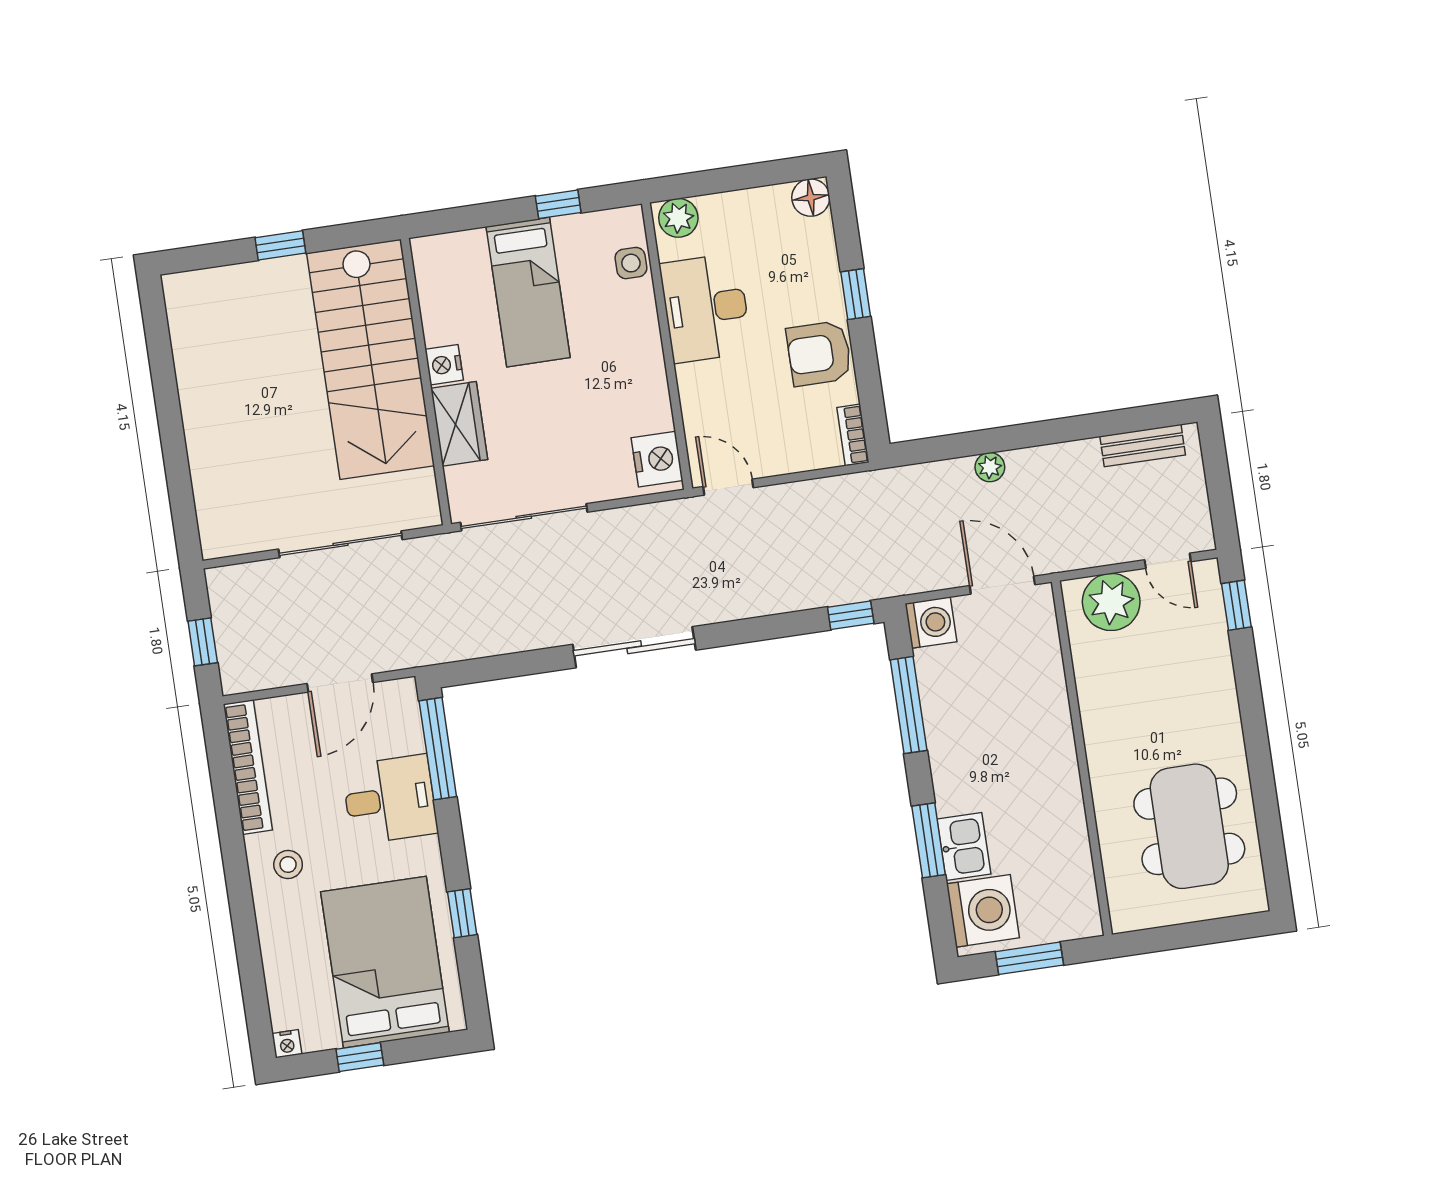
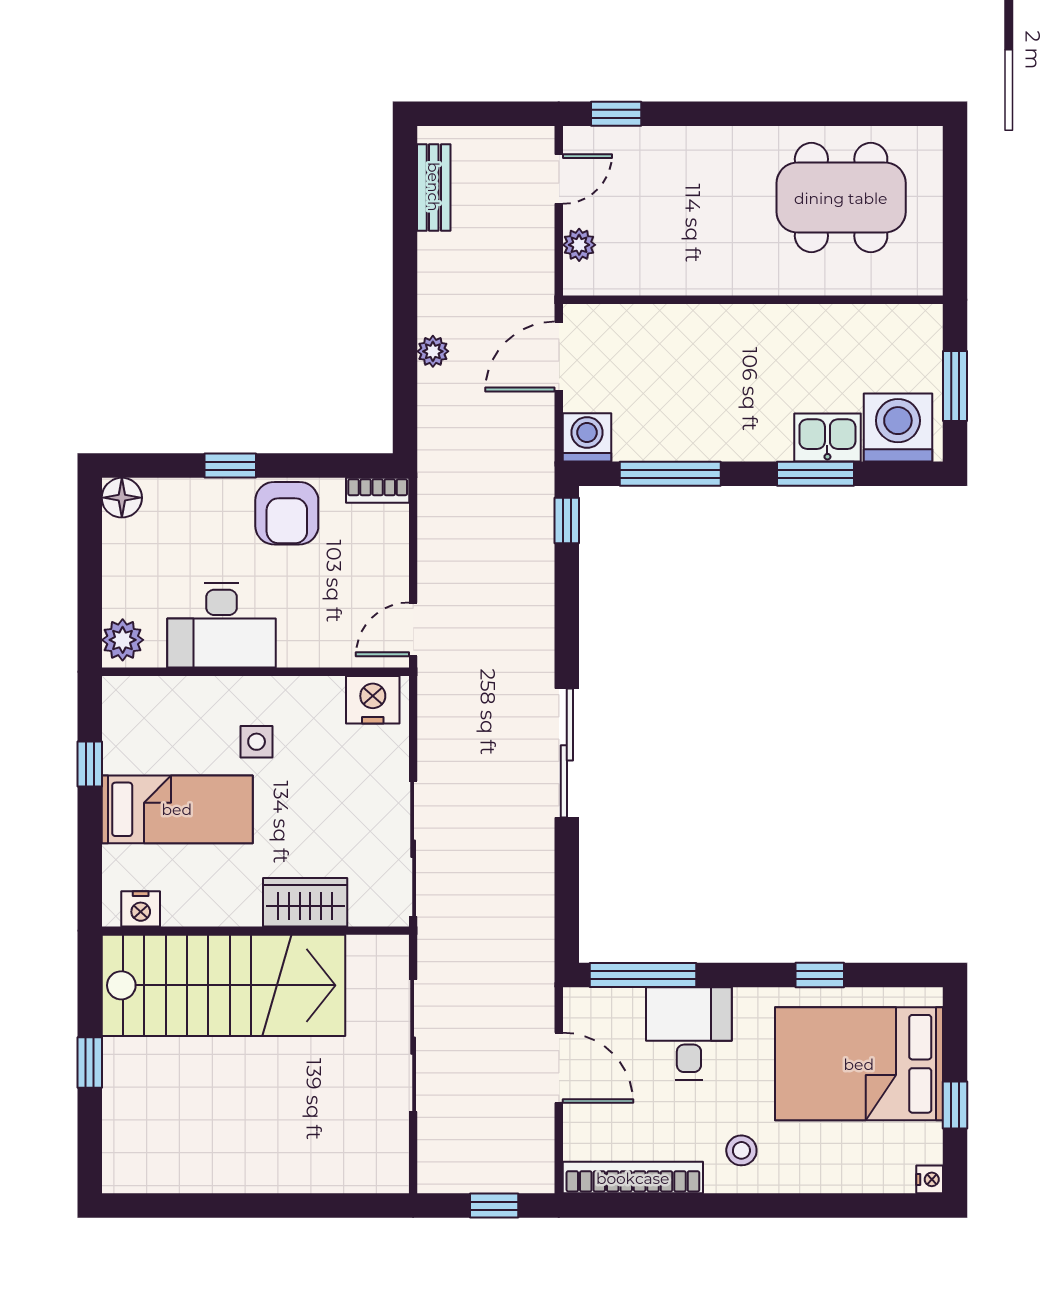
side table: (631, 263) -> (257, 742), moved
nightstand: (444, 365) -> (141, 909), moved
plant: (1111, 602) -> (579, 245), width x0.53, depth x0.53

